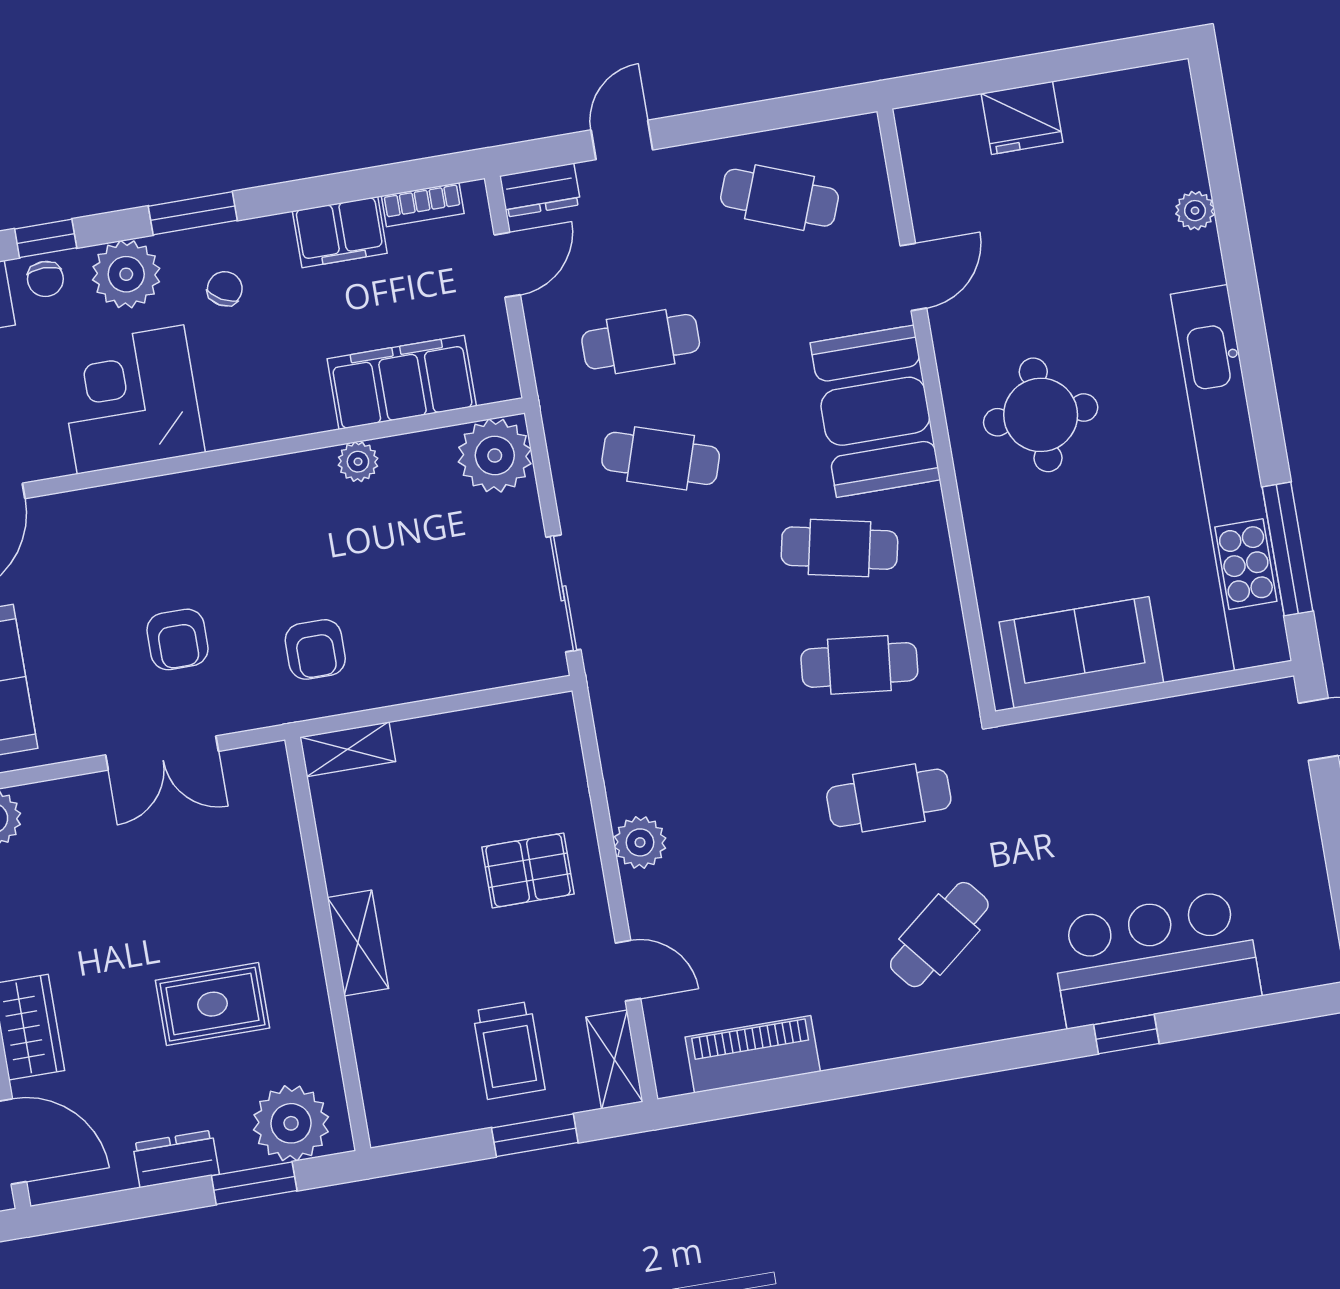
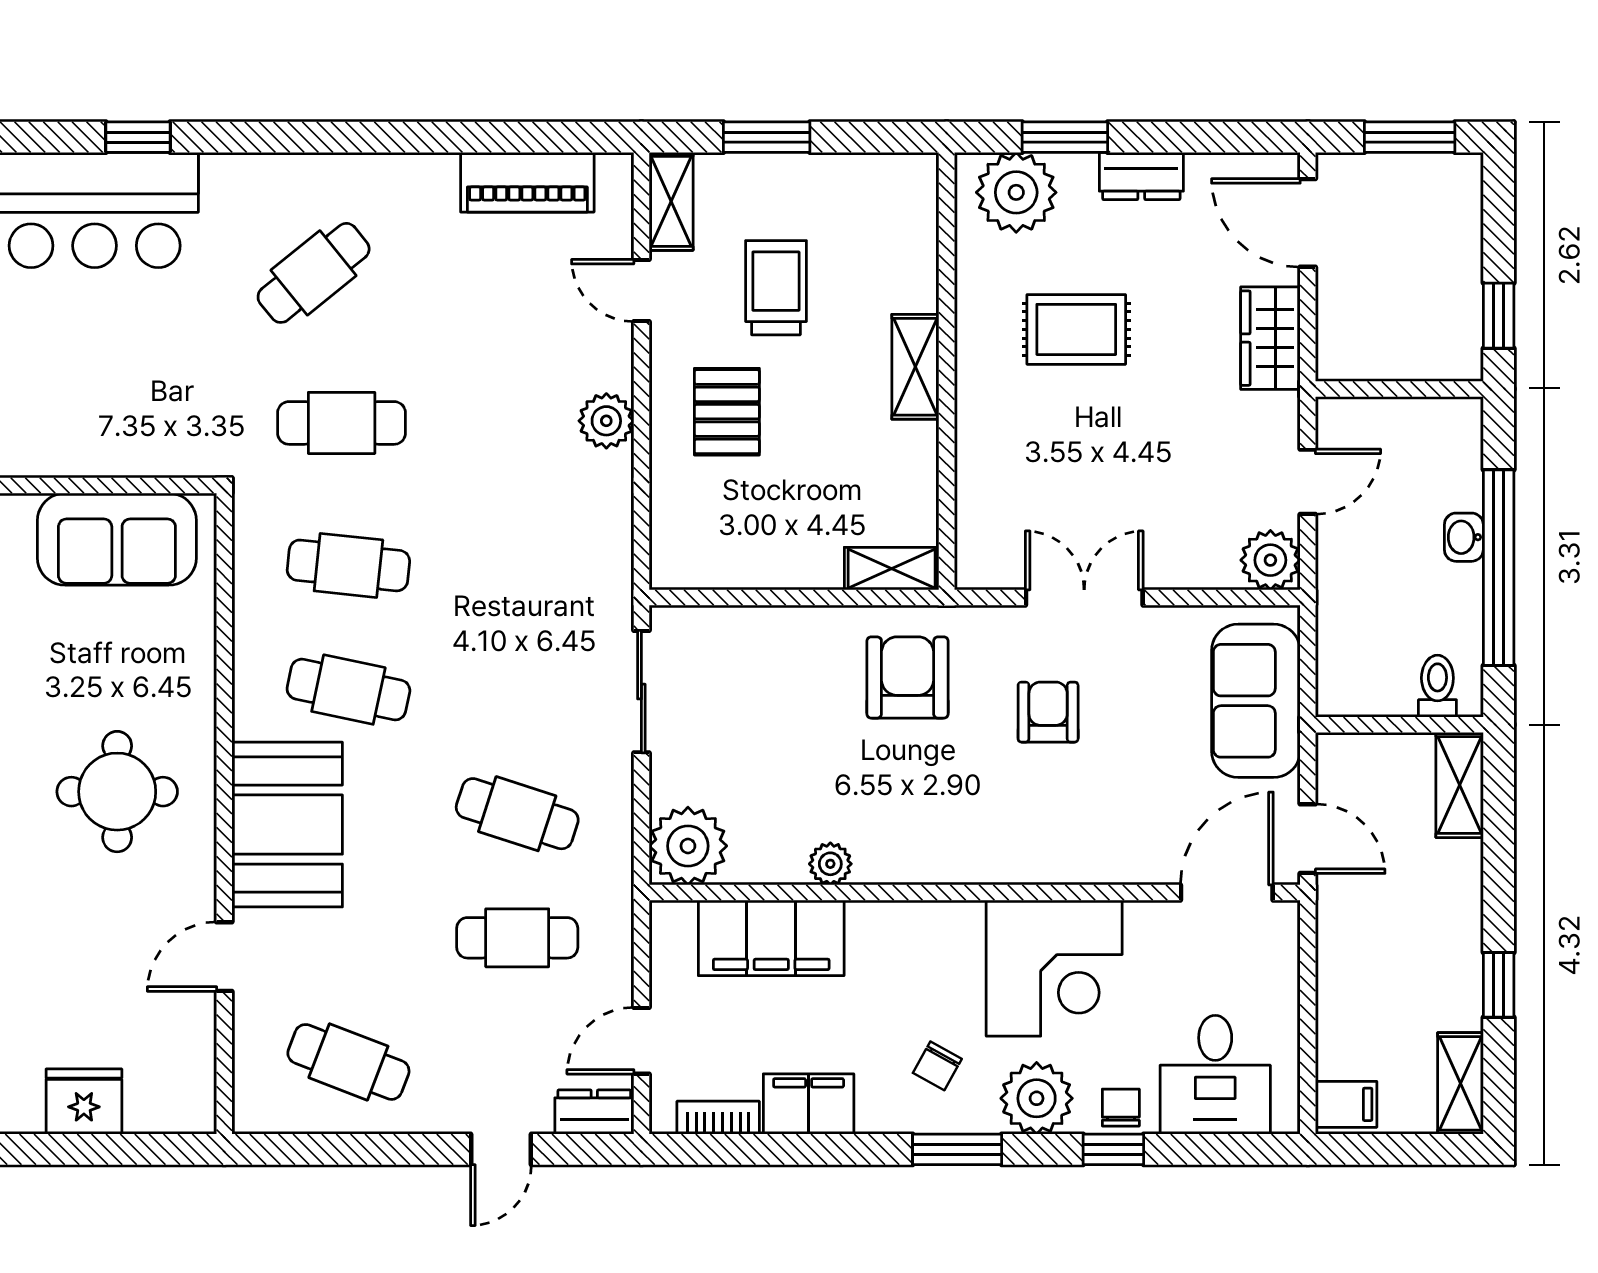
armchair: (315, 649) -> (908, 677), width x1.38, depth x1.38
pallet: (528, 870) -> (727, 412), turned 90
trolley: (509, 1050) -> (776, 288), moved

